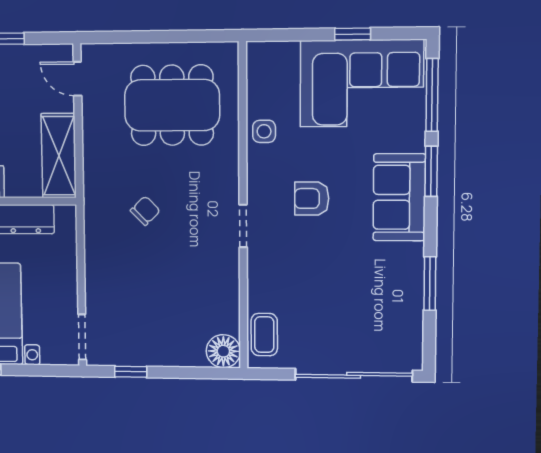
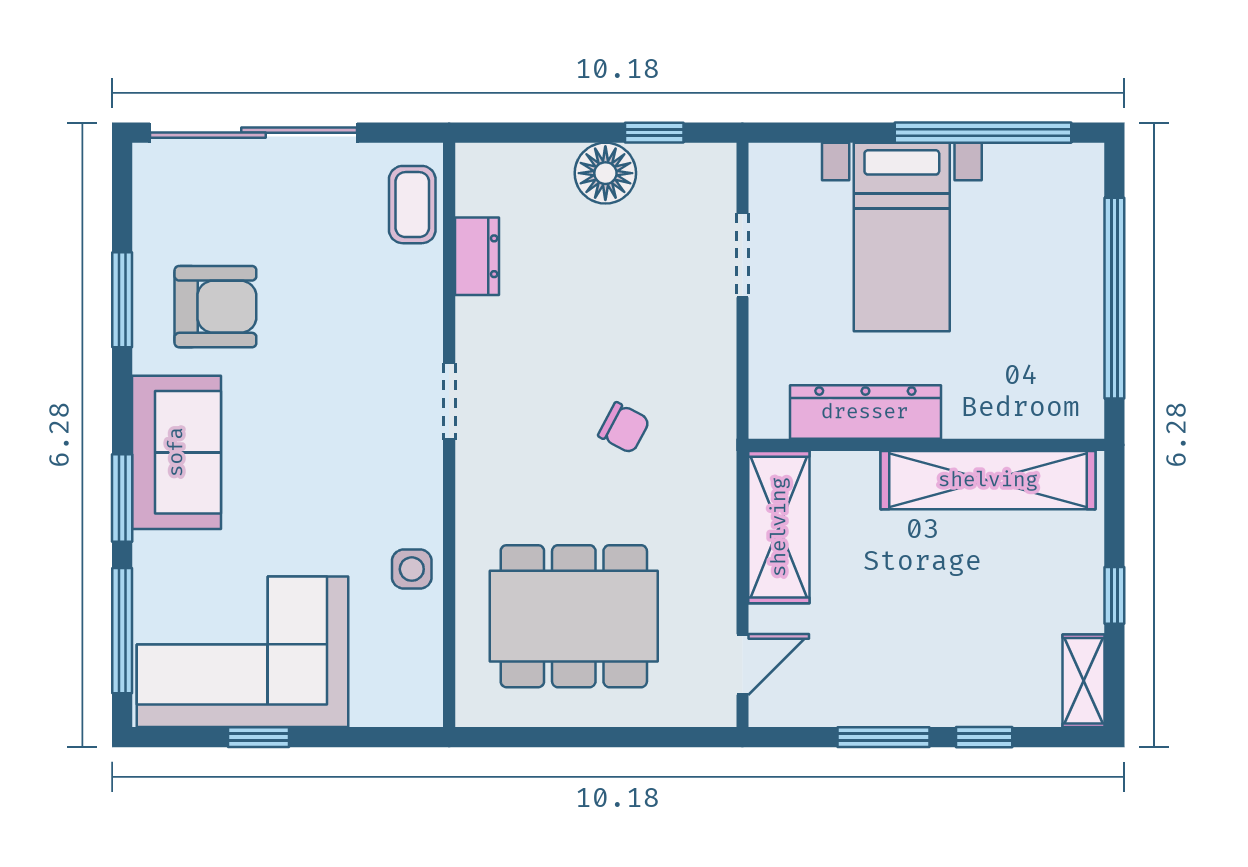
door: (77, 79) -> (742, 664), hinge flipped
armchair: (312, 198) -> (215, 307), moved, width x1.38, depth x1.38
chair: (145, 211) -> (624, 428), turned -108
dresser: (228, 306) -> (477, 256), added
doorway: (82, 337) -> (742, 255), moved
floor lamp: (223, 351) -> (605, 173), moved

